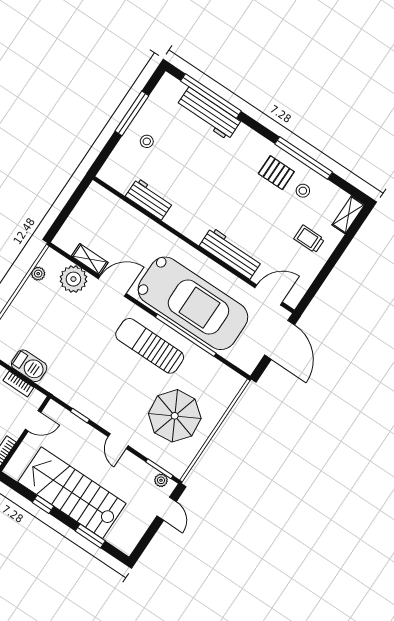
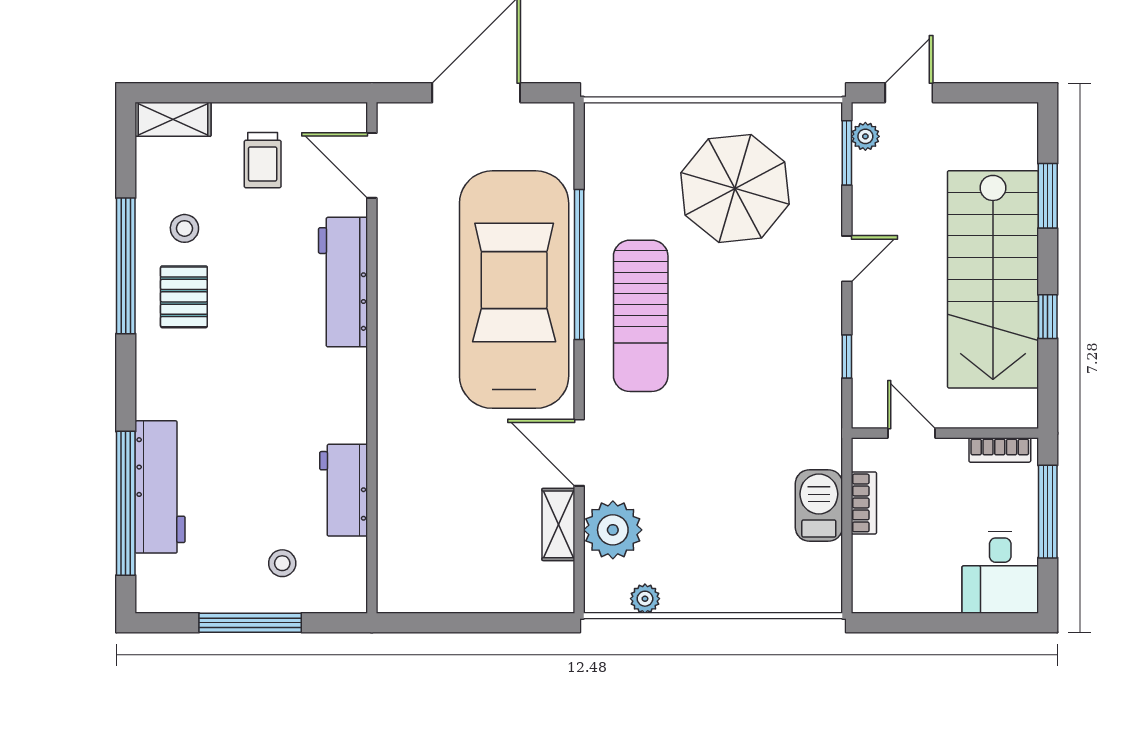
workbench: (149, 199) -> (344, 490), moved
wall: (194, 245) -> (372, 358), moved
workbench: (231, 253) -> (343, 282), moved
door: (269, 295) -> (372, 165), moved

